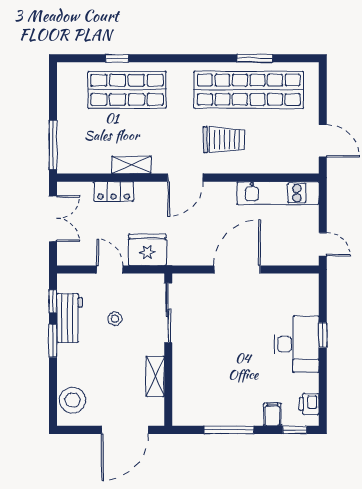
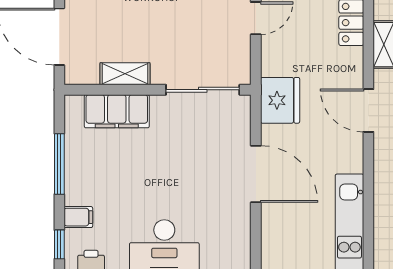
fridge: (147, 250) -> (280, 100), moved
stool: (115, 319) -> (196, 24), removed
filing cabinet: (186, 383) -> (117, 111), added

